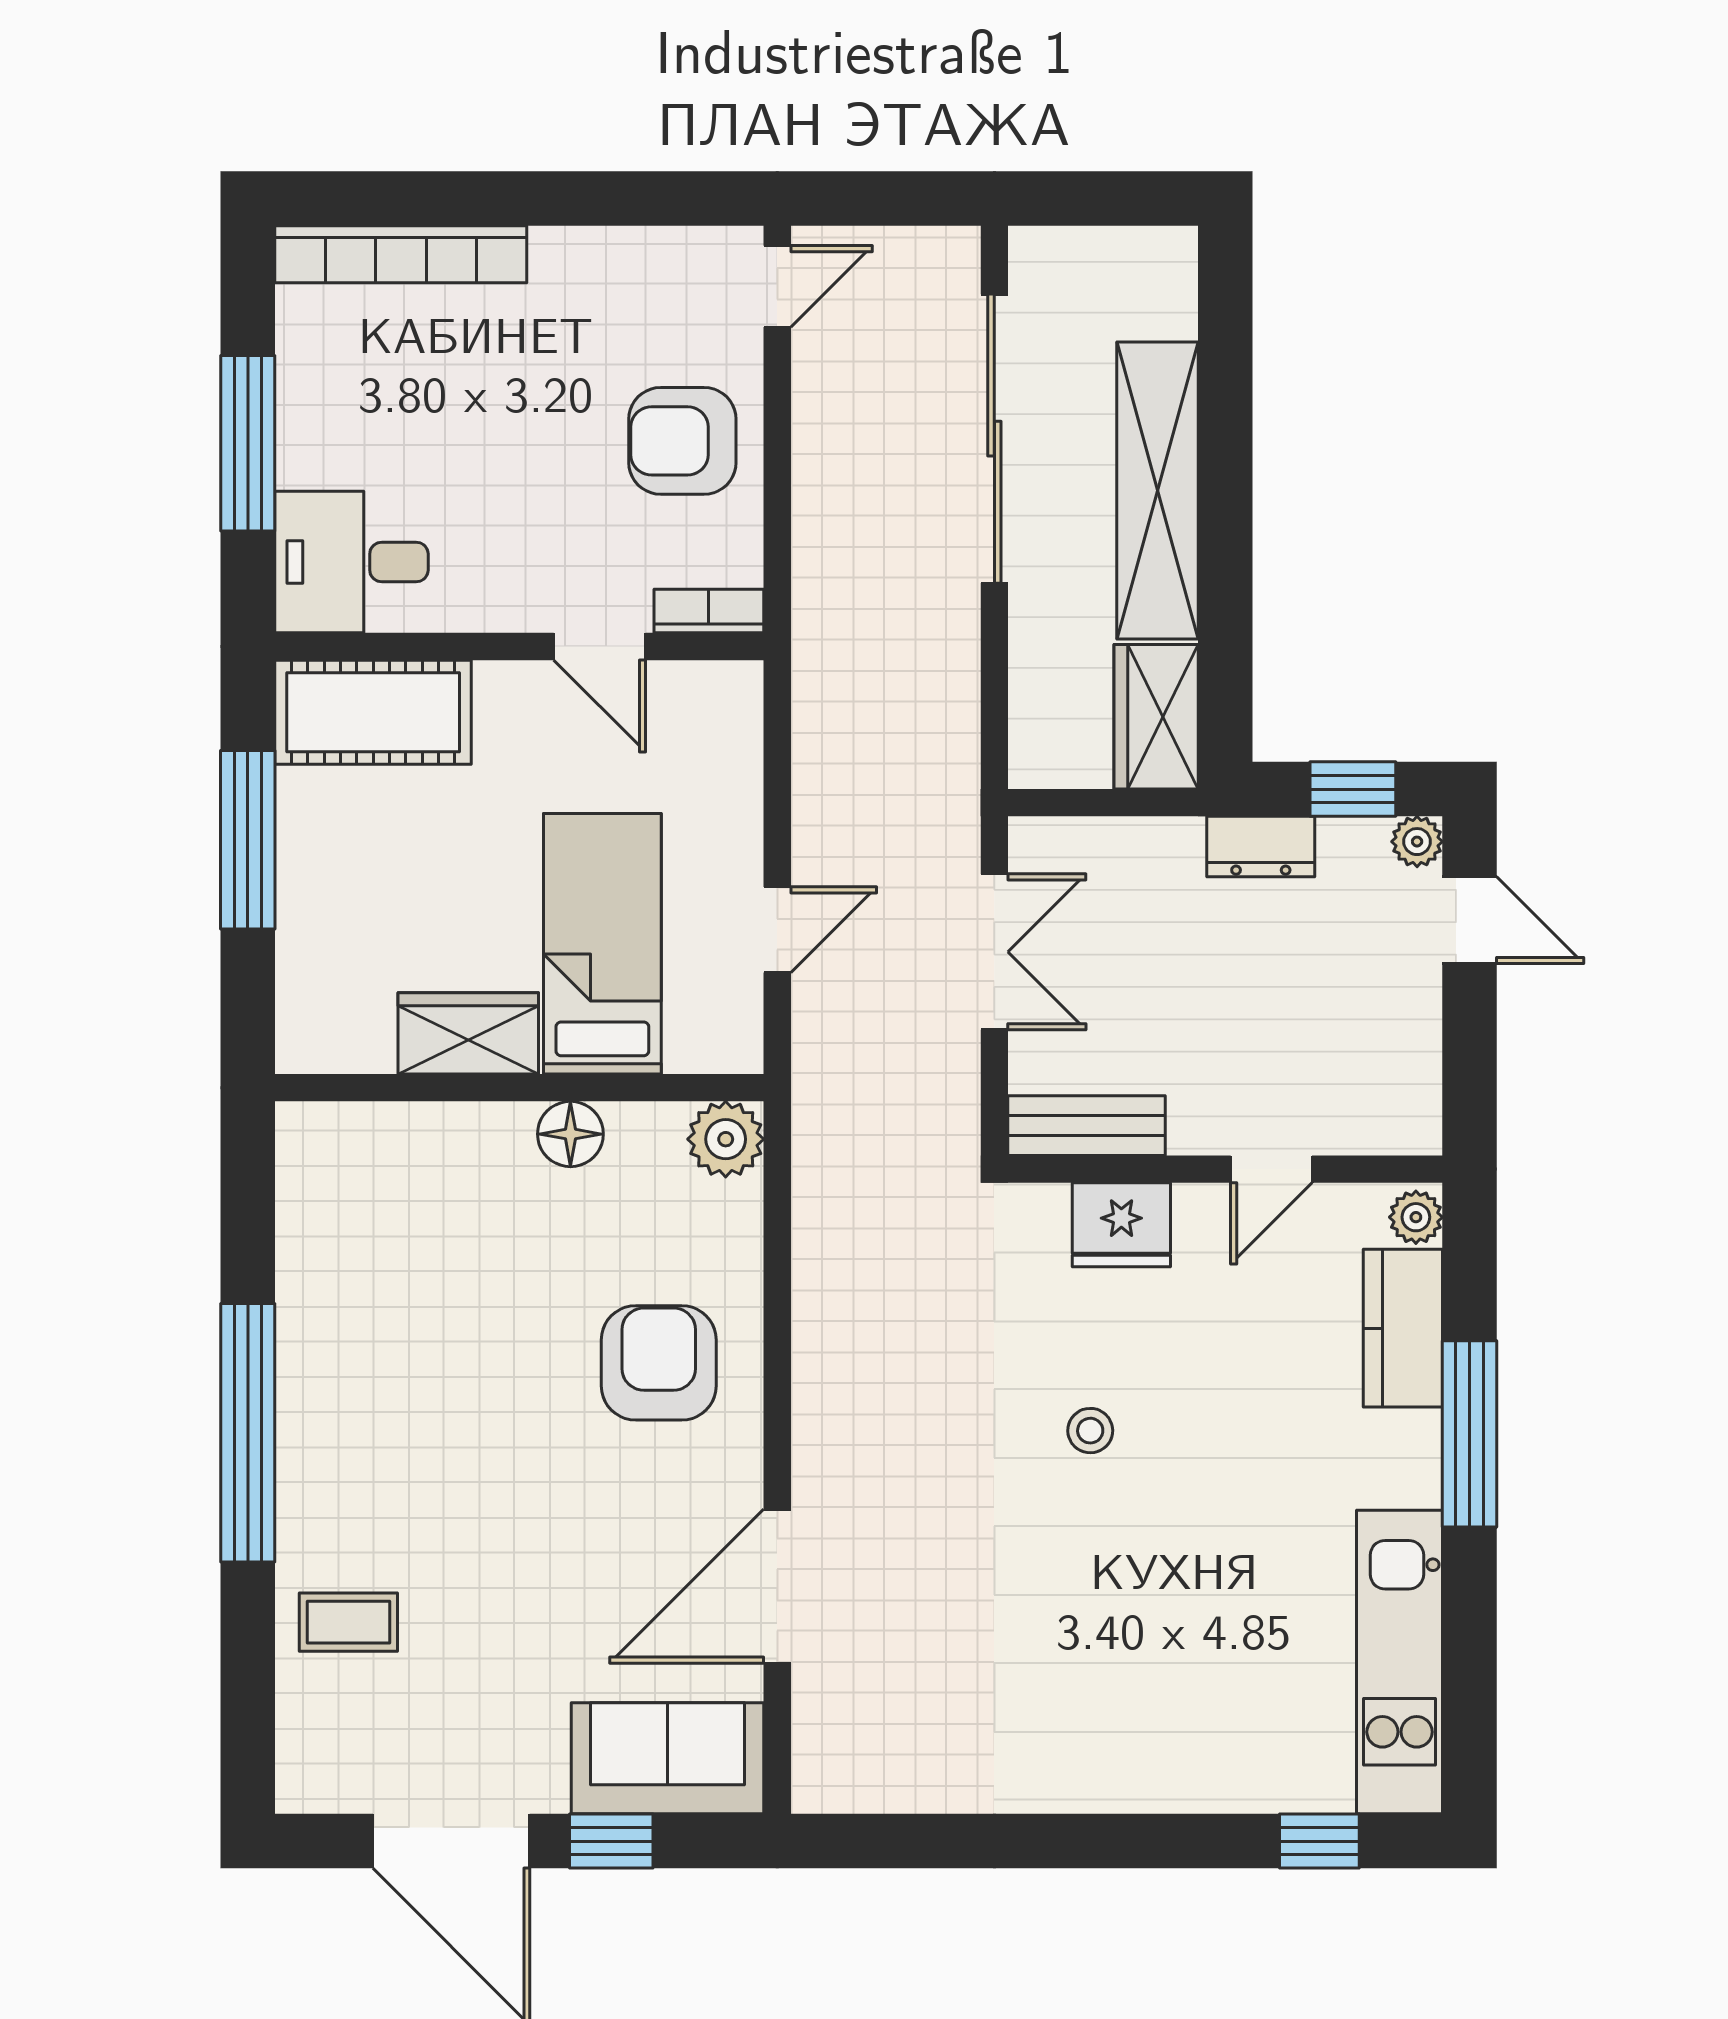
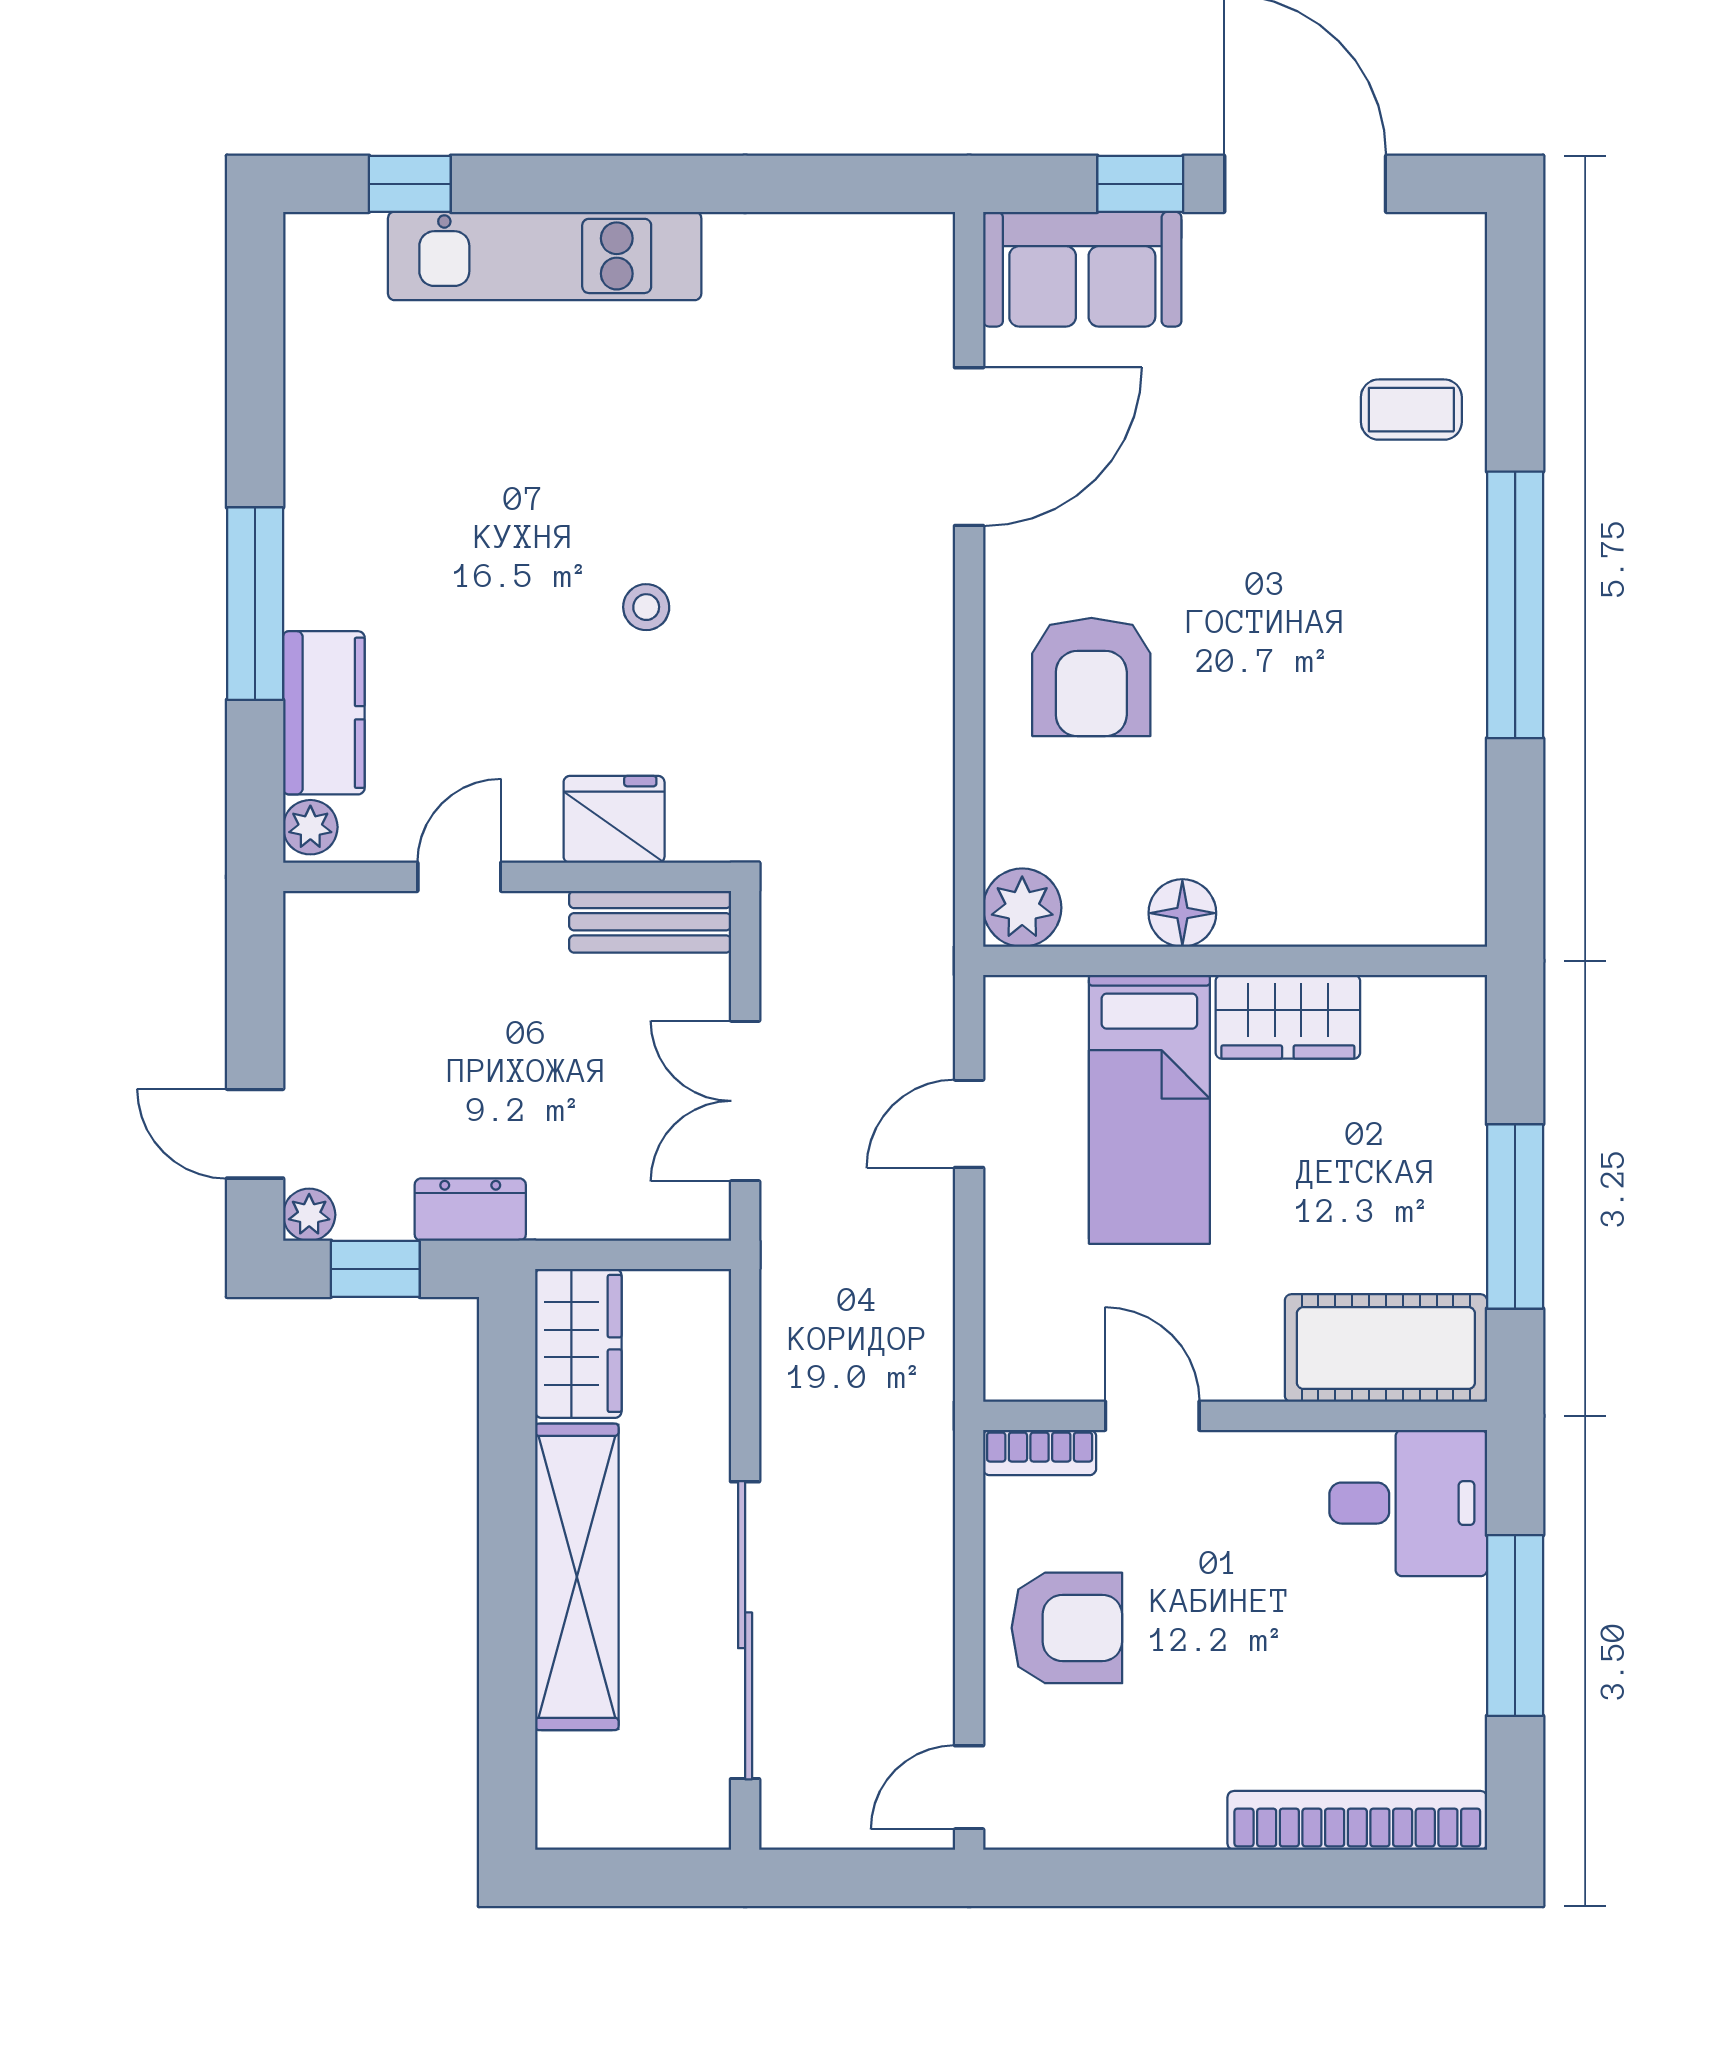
kitchen unit: (1400, 1662) -> (545, 256), moved, turned 90

